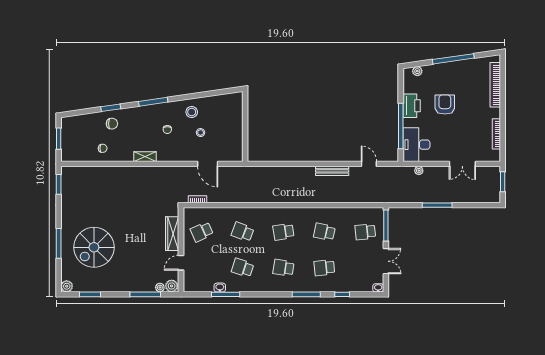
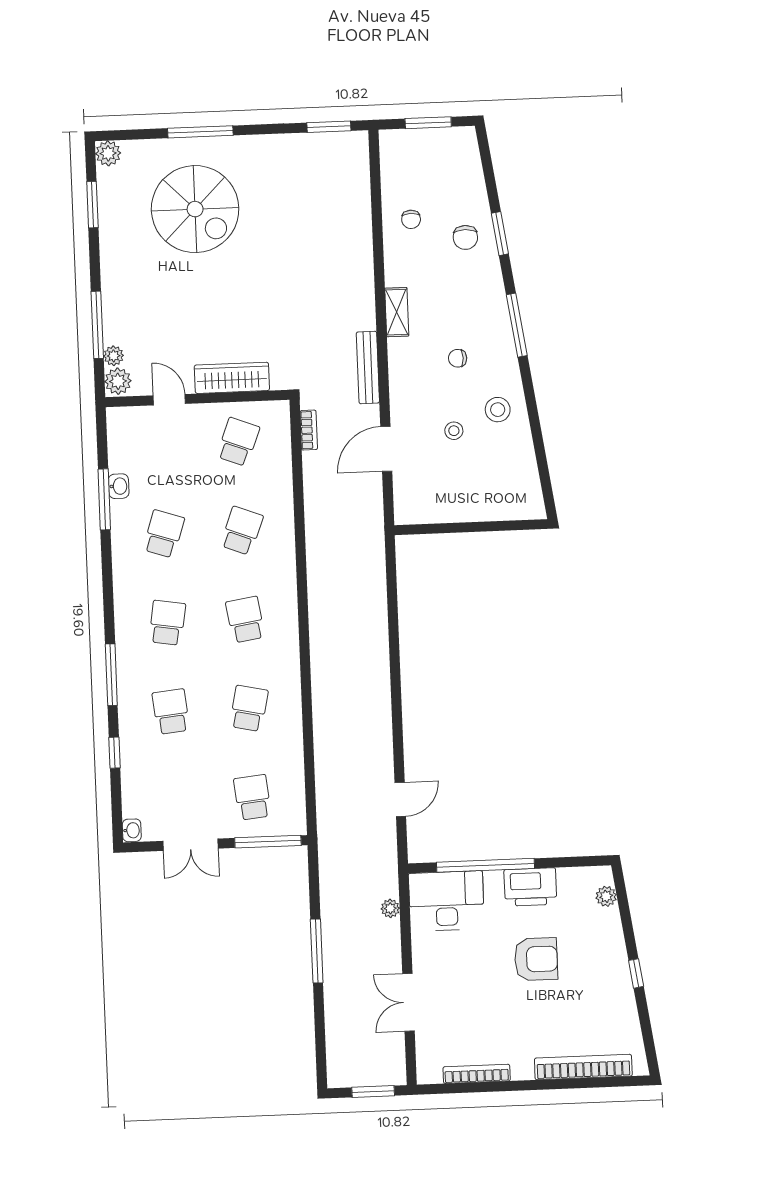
window: (453, 59) -> (636, 973), width x0.32
bench: (332, 171) -> (368, 368), moved
school desk: (202, 232) -> (238, 442), turned 45
spiral stairs: (94, 247) -> (195, 209), turned 180

